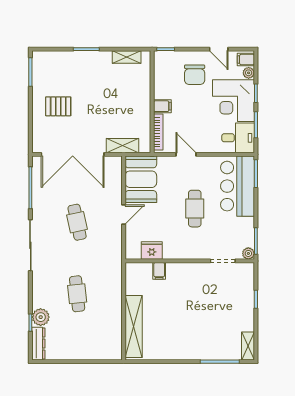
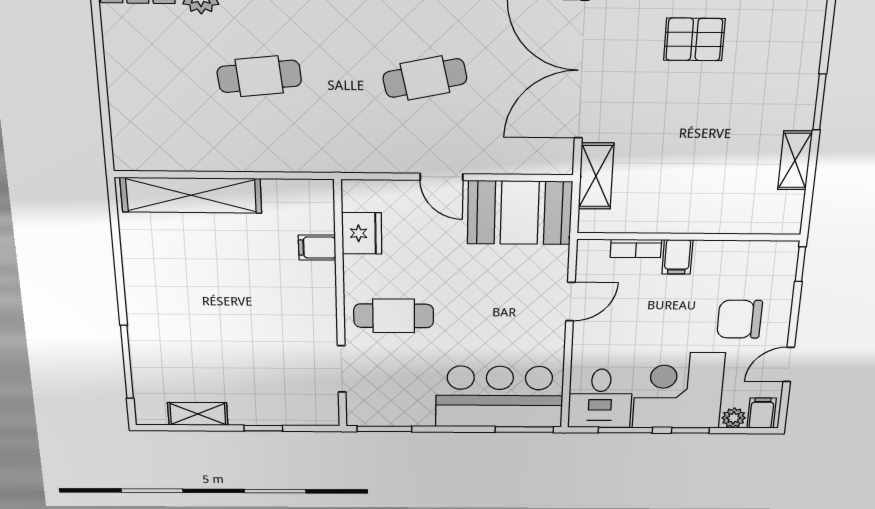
shelving: (127, 57) -> (795, 160), moved
pallet: (58, 106) -> (694, 39), turned 90
bookcase: (158, 132) -> (636, 248), width x0.64
cafe table: (195, 209) -> (394, 316), moved
plant: (248, 253) -> (358, 415), removed
shelving: (248, 346) -> (198, 414), moved

